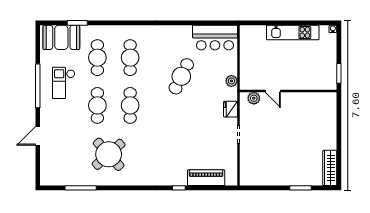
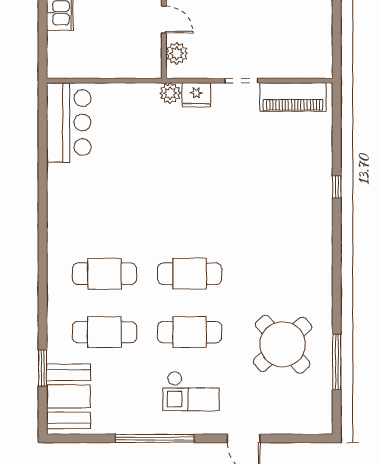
cafe table: (181, 76) -> (138, 183), removed
plant: (231, 81) -> (170, 93), moved
checkout: (64, 83) -> (191, 391), moved
door: (273, 91) -> (164, 19), hinge flipped
round table: (109, 154) -> (283, 344), moved
piano: (206, 178) -> (293, 97), moved, turned -90

